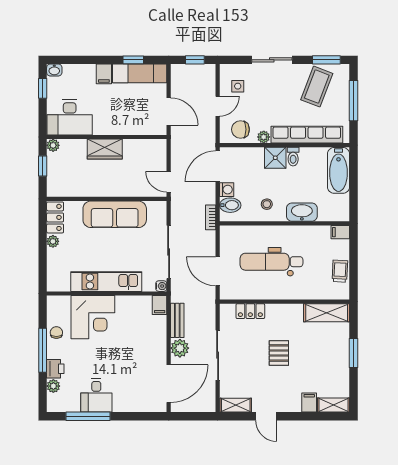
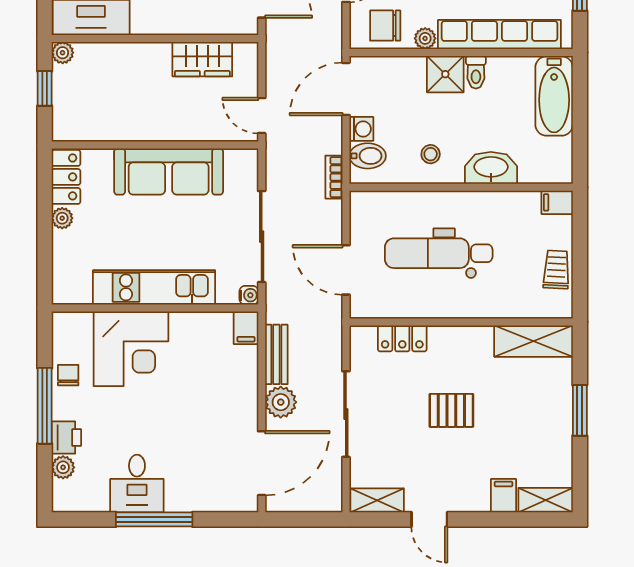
wardrobe: (105, 149) -> (202, 59), moved
pallet: (279, 353) -> (451, 410), turned 90
window: (88, 416) -> (154, 519), moved

